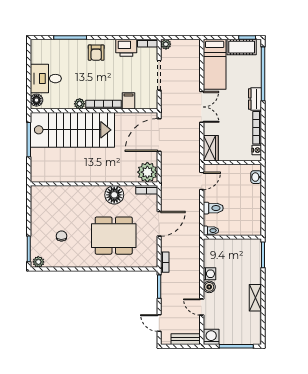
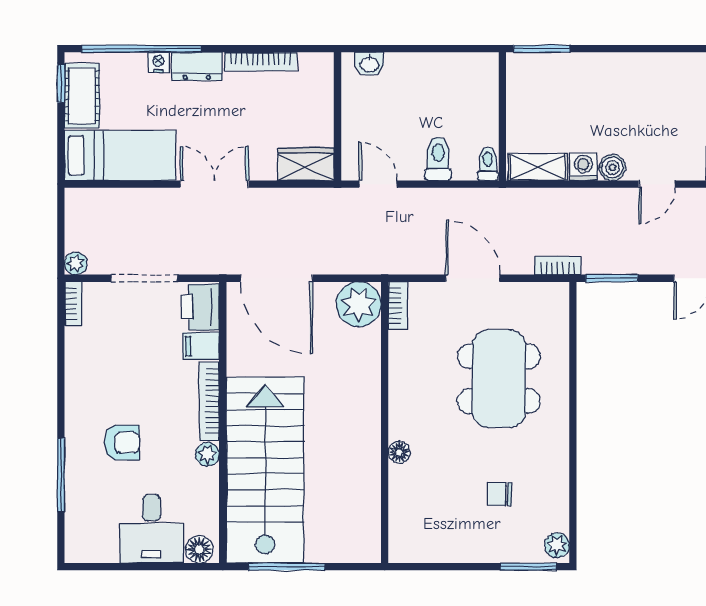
printer: (126, 48) -> (200, 307), moved, turned 180
armchair: (96, 53) -> (122, 442), moved
nightstand: (257, 150) -> (159, 62), moved
floor lamp: (114, 195) -> (399, 452), moved, width x0.53, depth x0.53
shelving: (255, 298) -> (538, 167), moved

